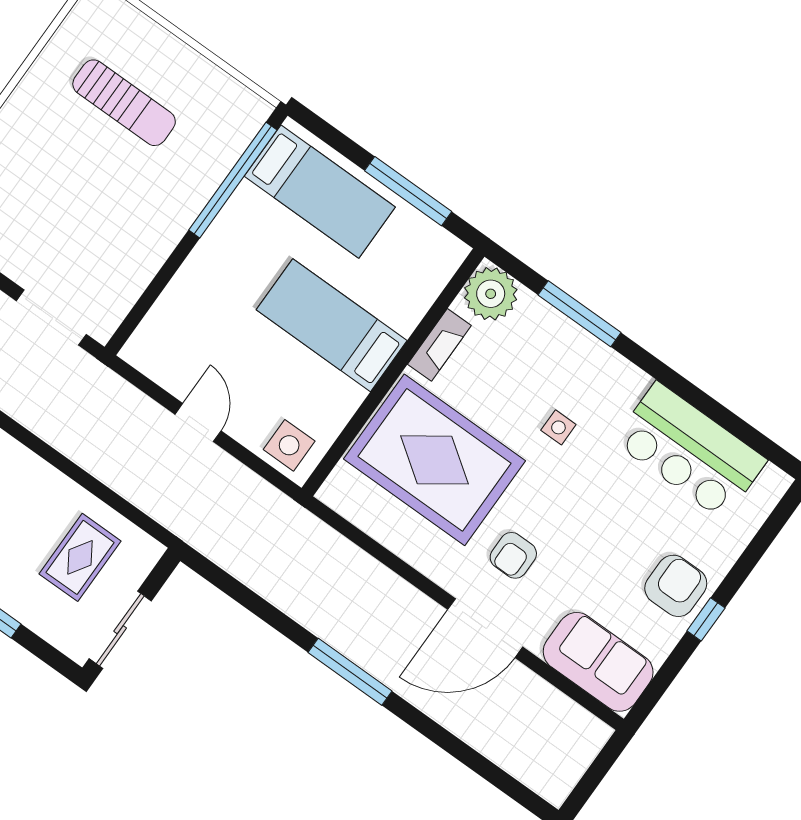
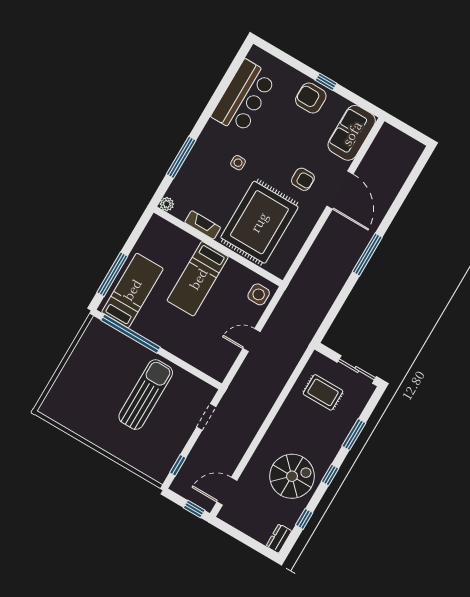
sun lounger: (124, 103) -> (146, 395), moved, width x1.36, depth x1.34
window: (408, 191) -> (112, 274), moved
plant: (491, 294) -> (167, 204), width x0.53, depth x0.53
doorway: (51, 318) -> (206, 417), width x0.73

